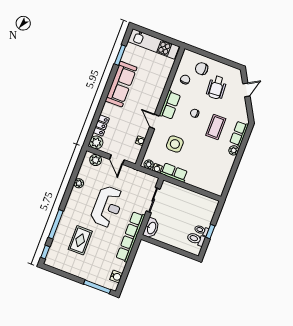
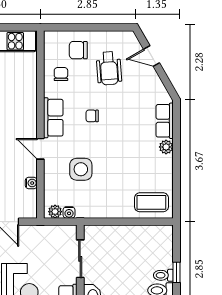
door: (246, 90) -> (152, 56), swing flipped
coffee table: (216, 127) -> (151, 202), moved, turned 90
row of seats: (174, 173) -> (95, 209), removed

